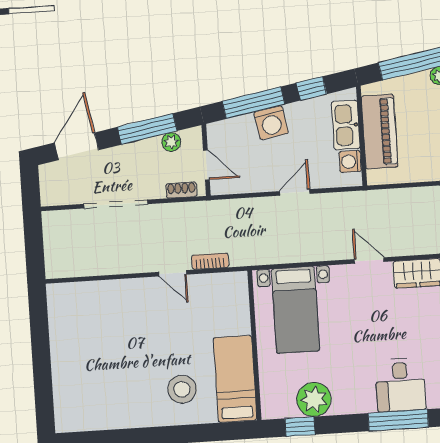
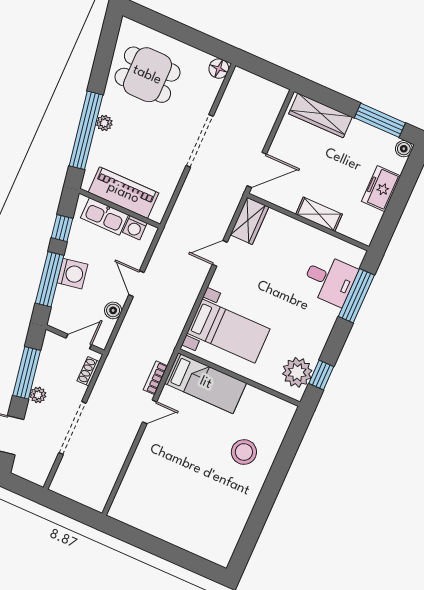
plant: (171, 142) -> (38, 395), moved
boiler: (256, 183) -> (113, 310), added
bed: (235, 379) -> (206, 383), moved, turned 180
plant: (314, 399) -> (297, 372), moved

